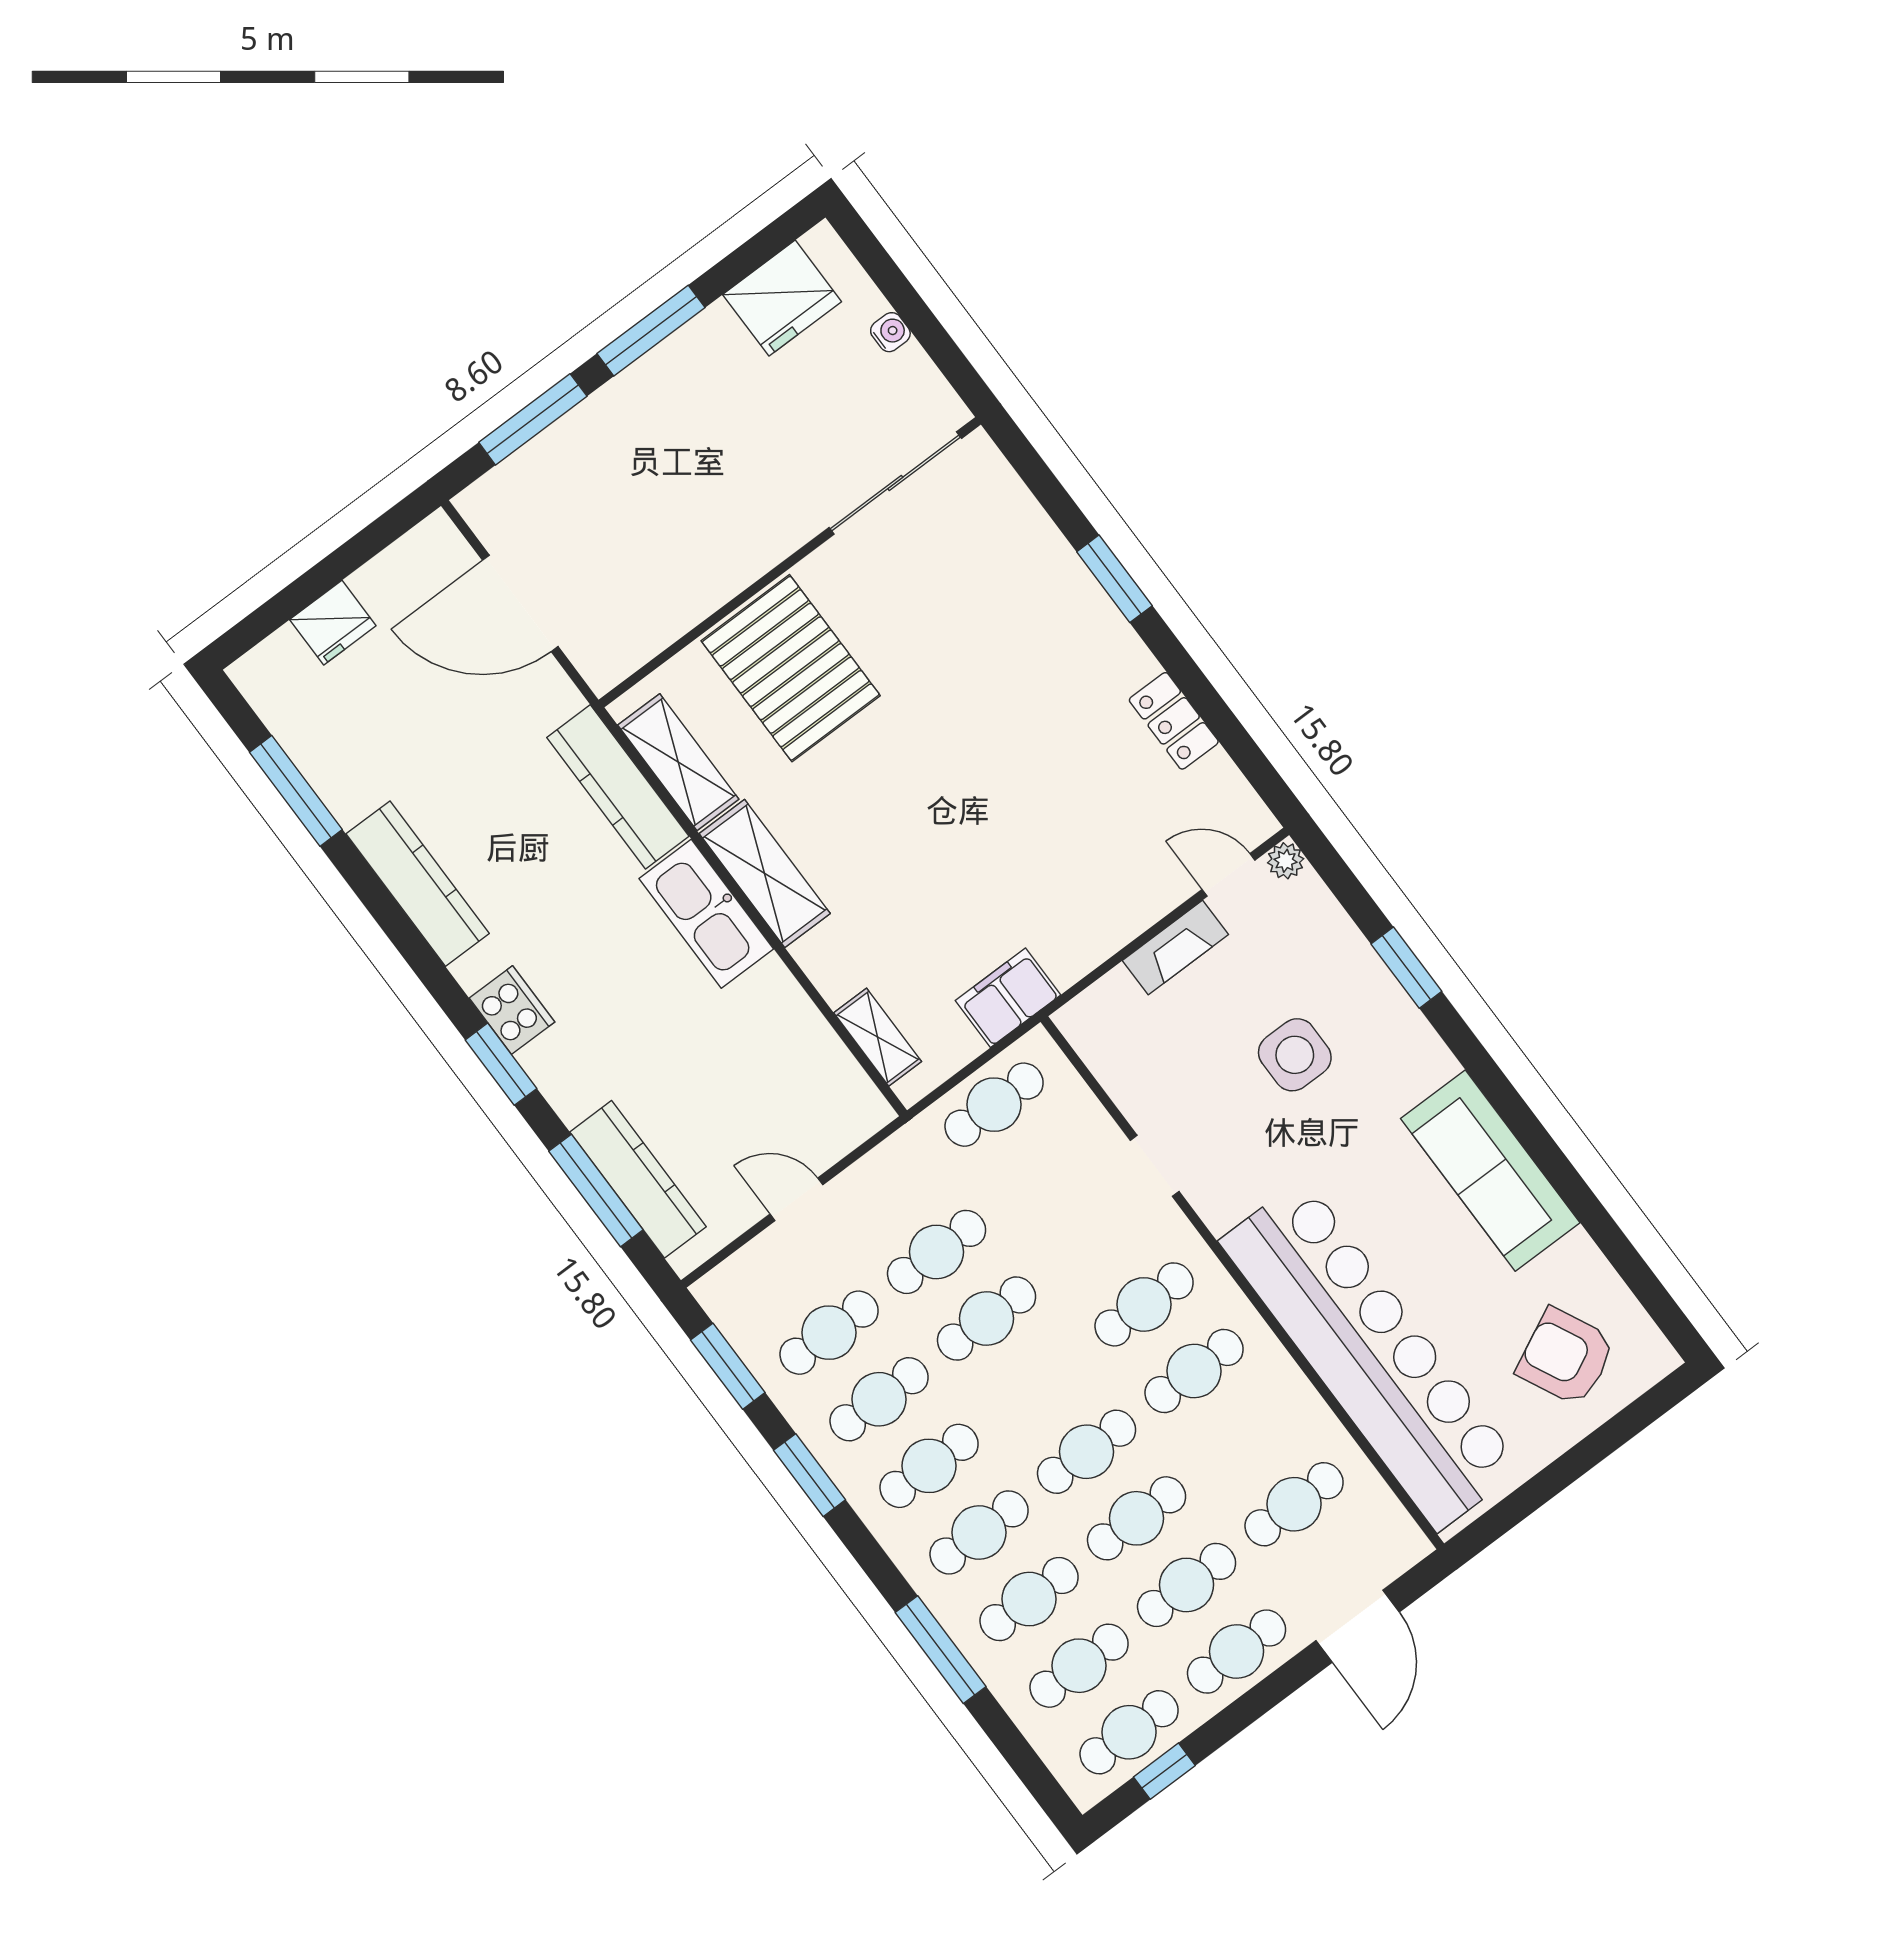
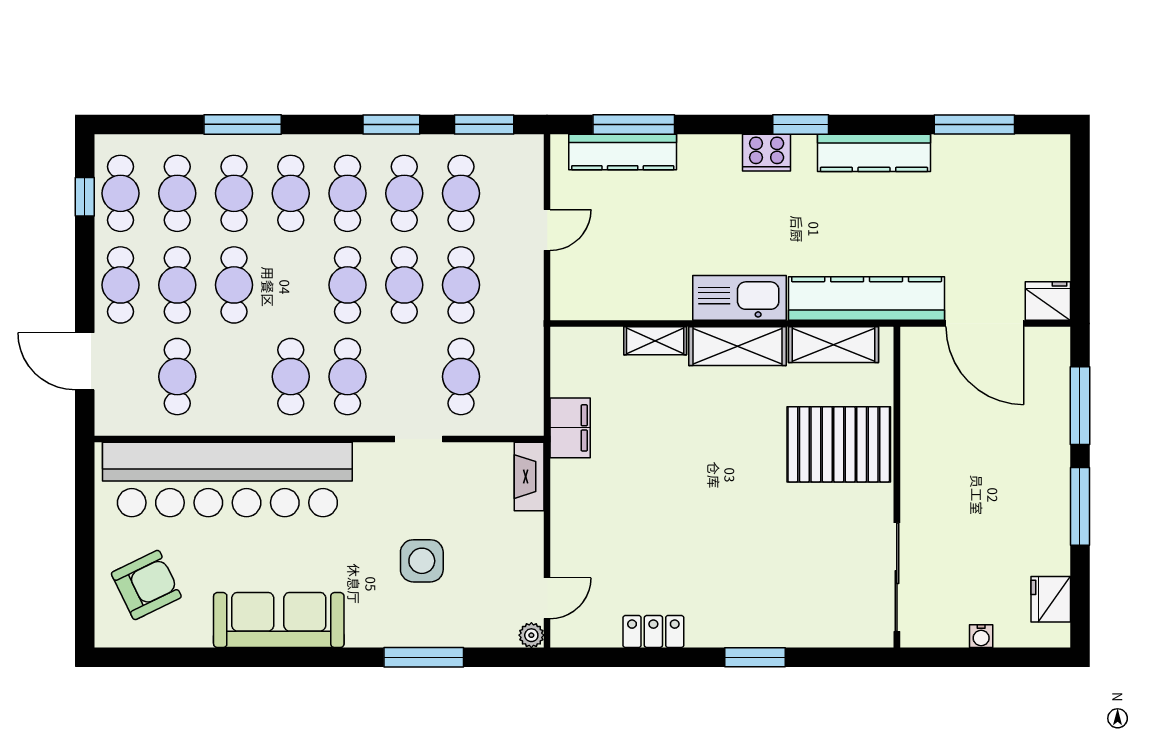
fridge: (782, 298) -> (1051, 599), width x0.73, depth x0.75
door: (520, 603) -> (985, 323), swing flipped
fridge: (333, 623) -> (1048, 301), moved, turned 90
kitchen counter: (618, 787) -> (867, 298), width x1.39, depth x1.17
fireplace: (1175, 948) -> (529, 477), moved
window: (1406, 968) -> (424, 657), width x1.44
shelving: (878, 1037) -> (655, 341), moved
window: (501, 1064) -> (801, 124), moved
cafe table: (994, 1105) -> (461, 377), moved
cafe table: (1087, 1452) -> (347, 285), moved

